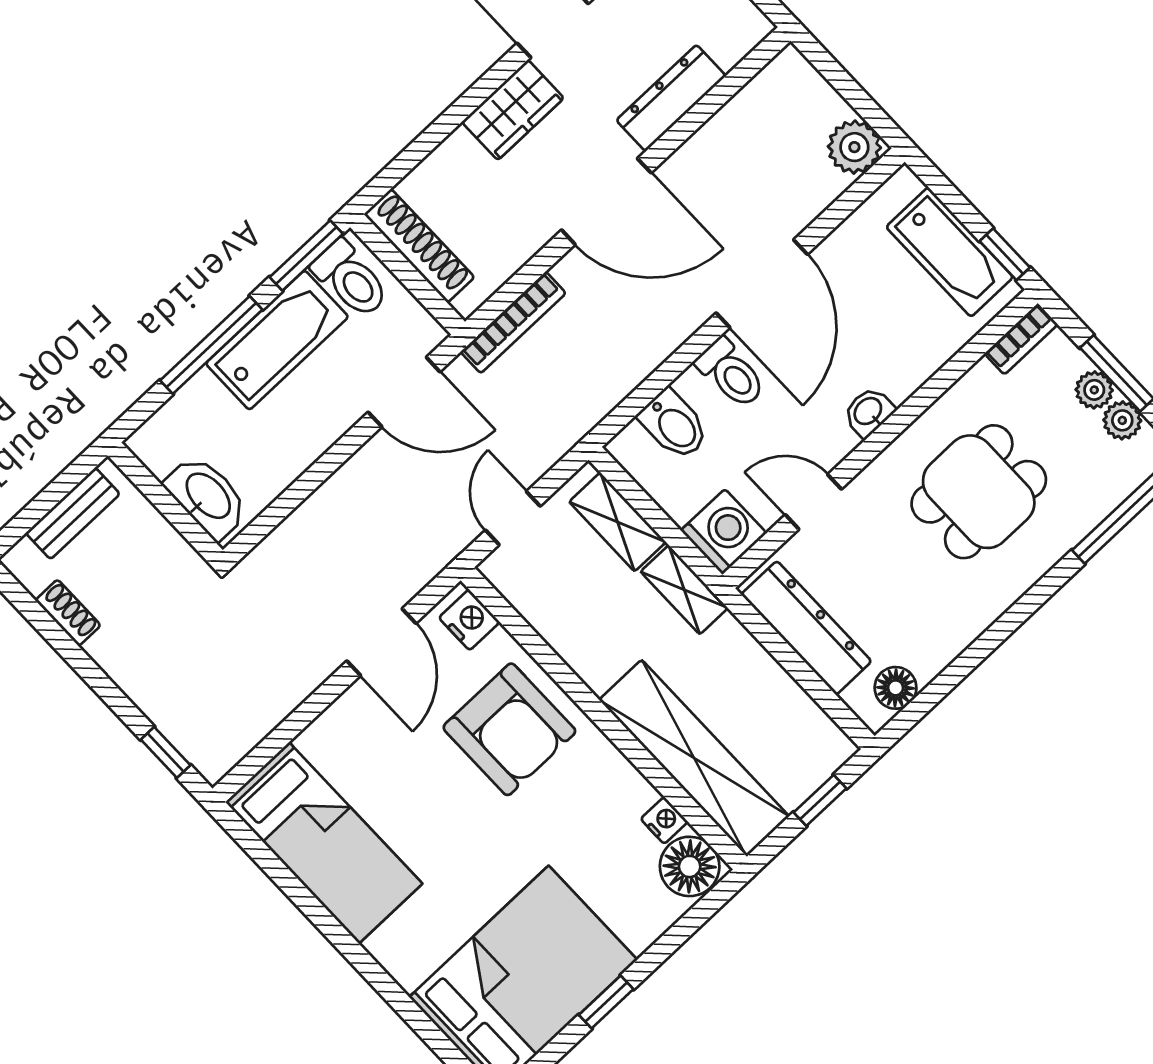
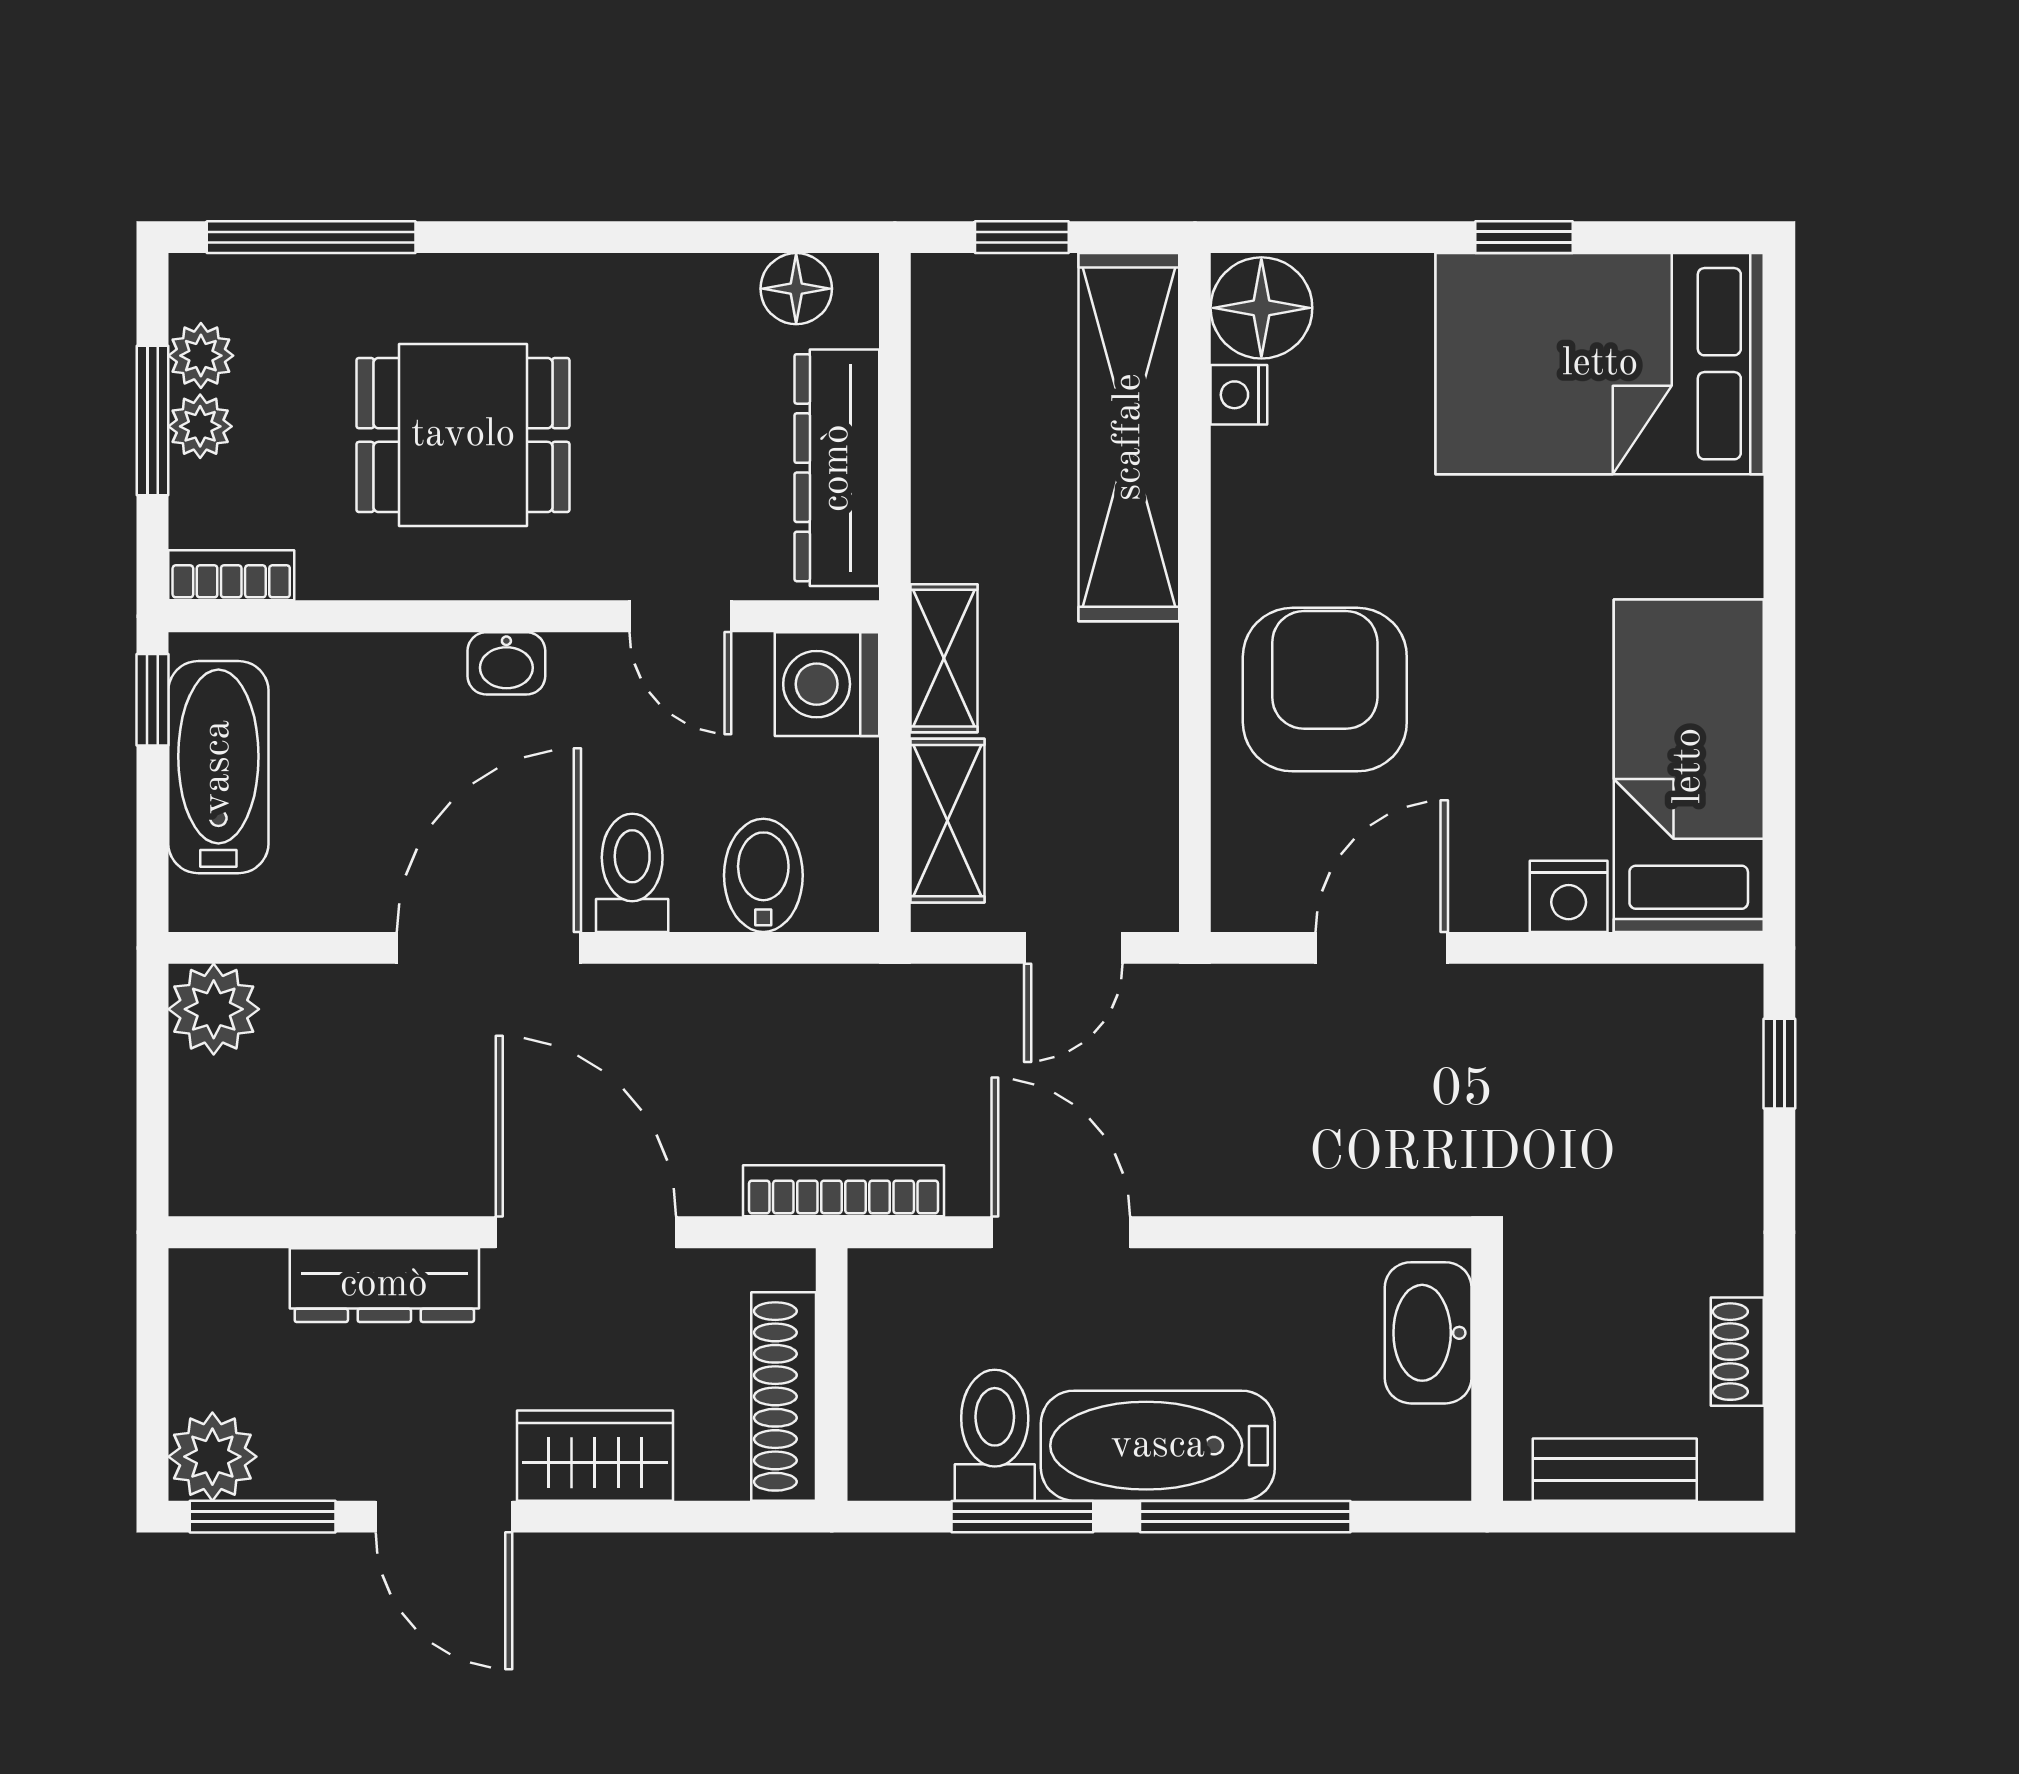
shoe rack: (419, 246) -> (784, 1396), moved
wall: (408, 274) -> (832, 1374), moved
nightstand: (469, 620) -> (1569, 896), moved, turned -90

